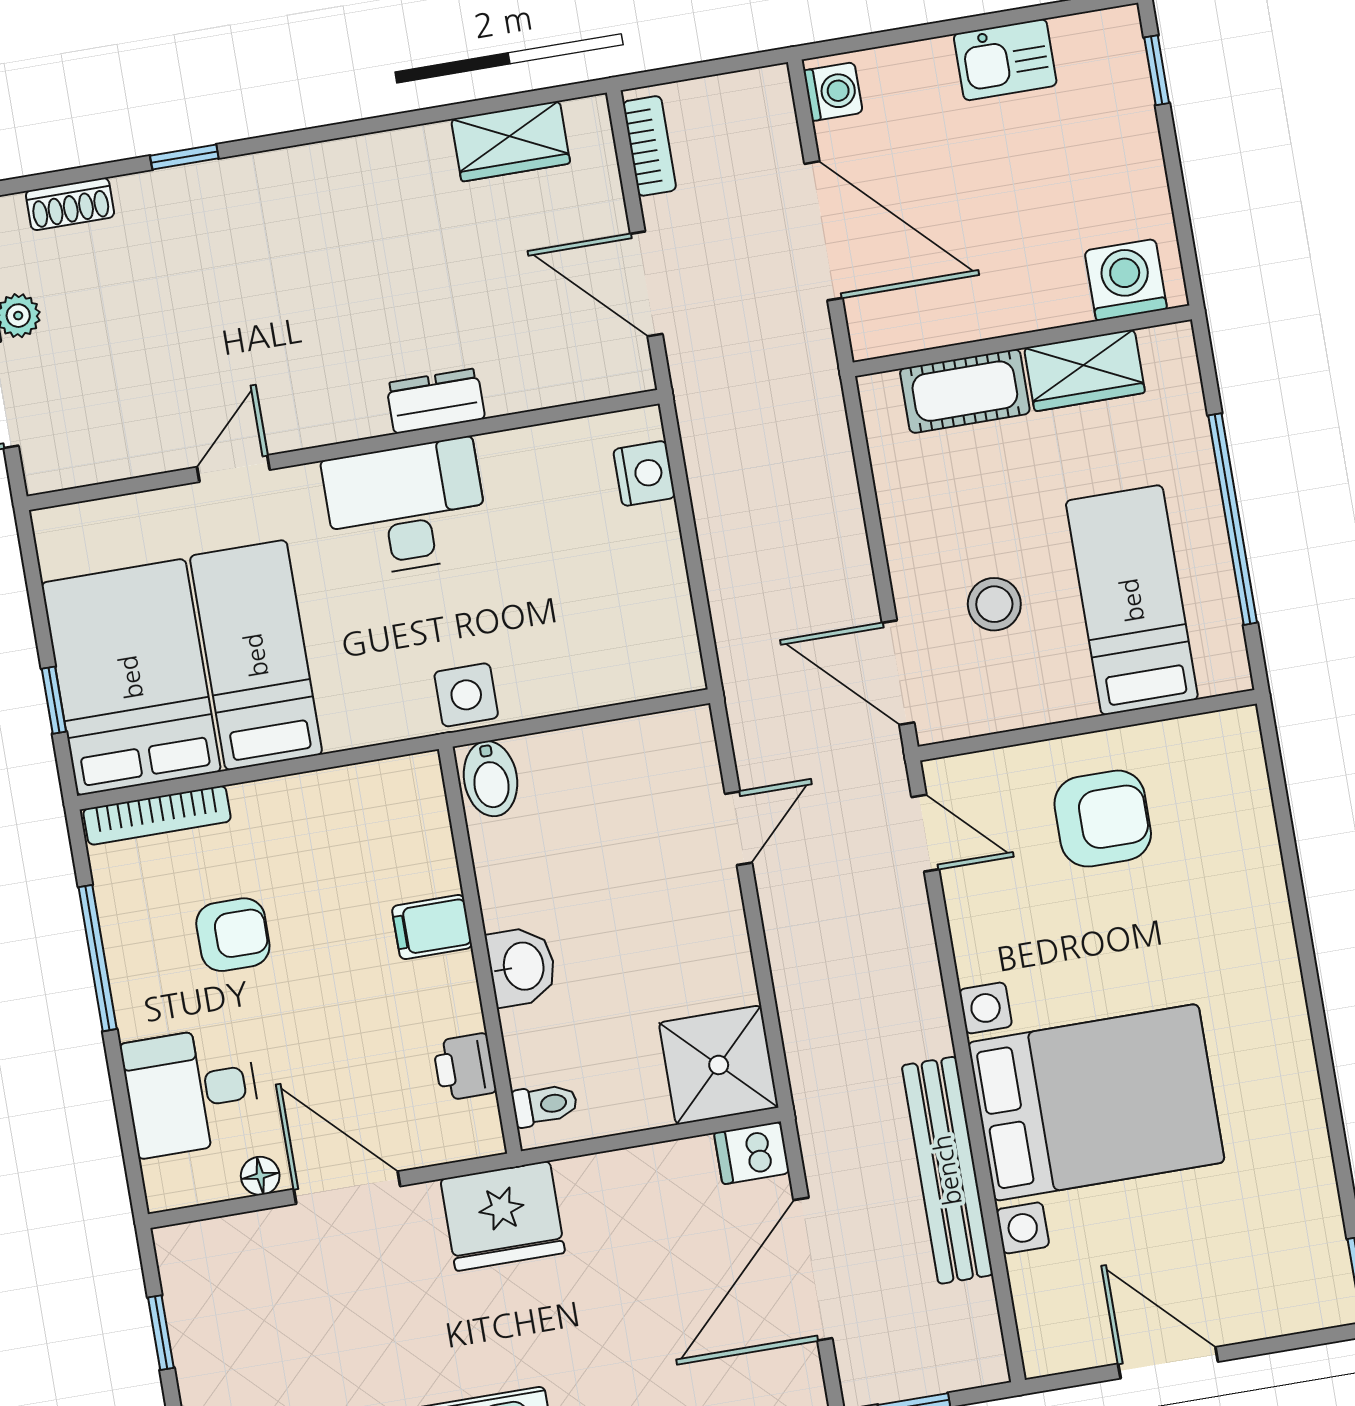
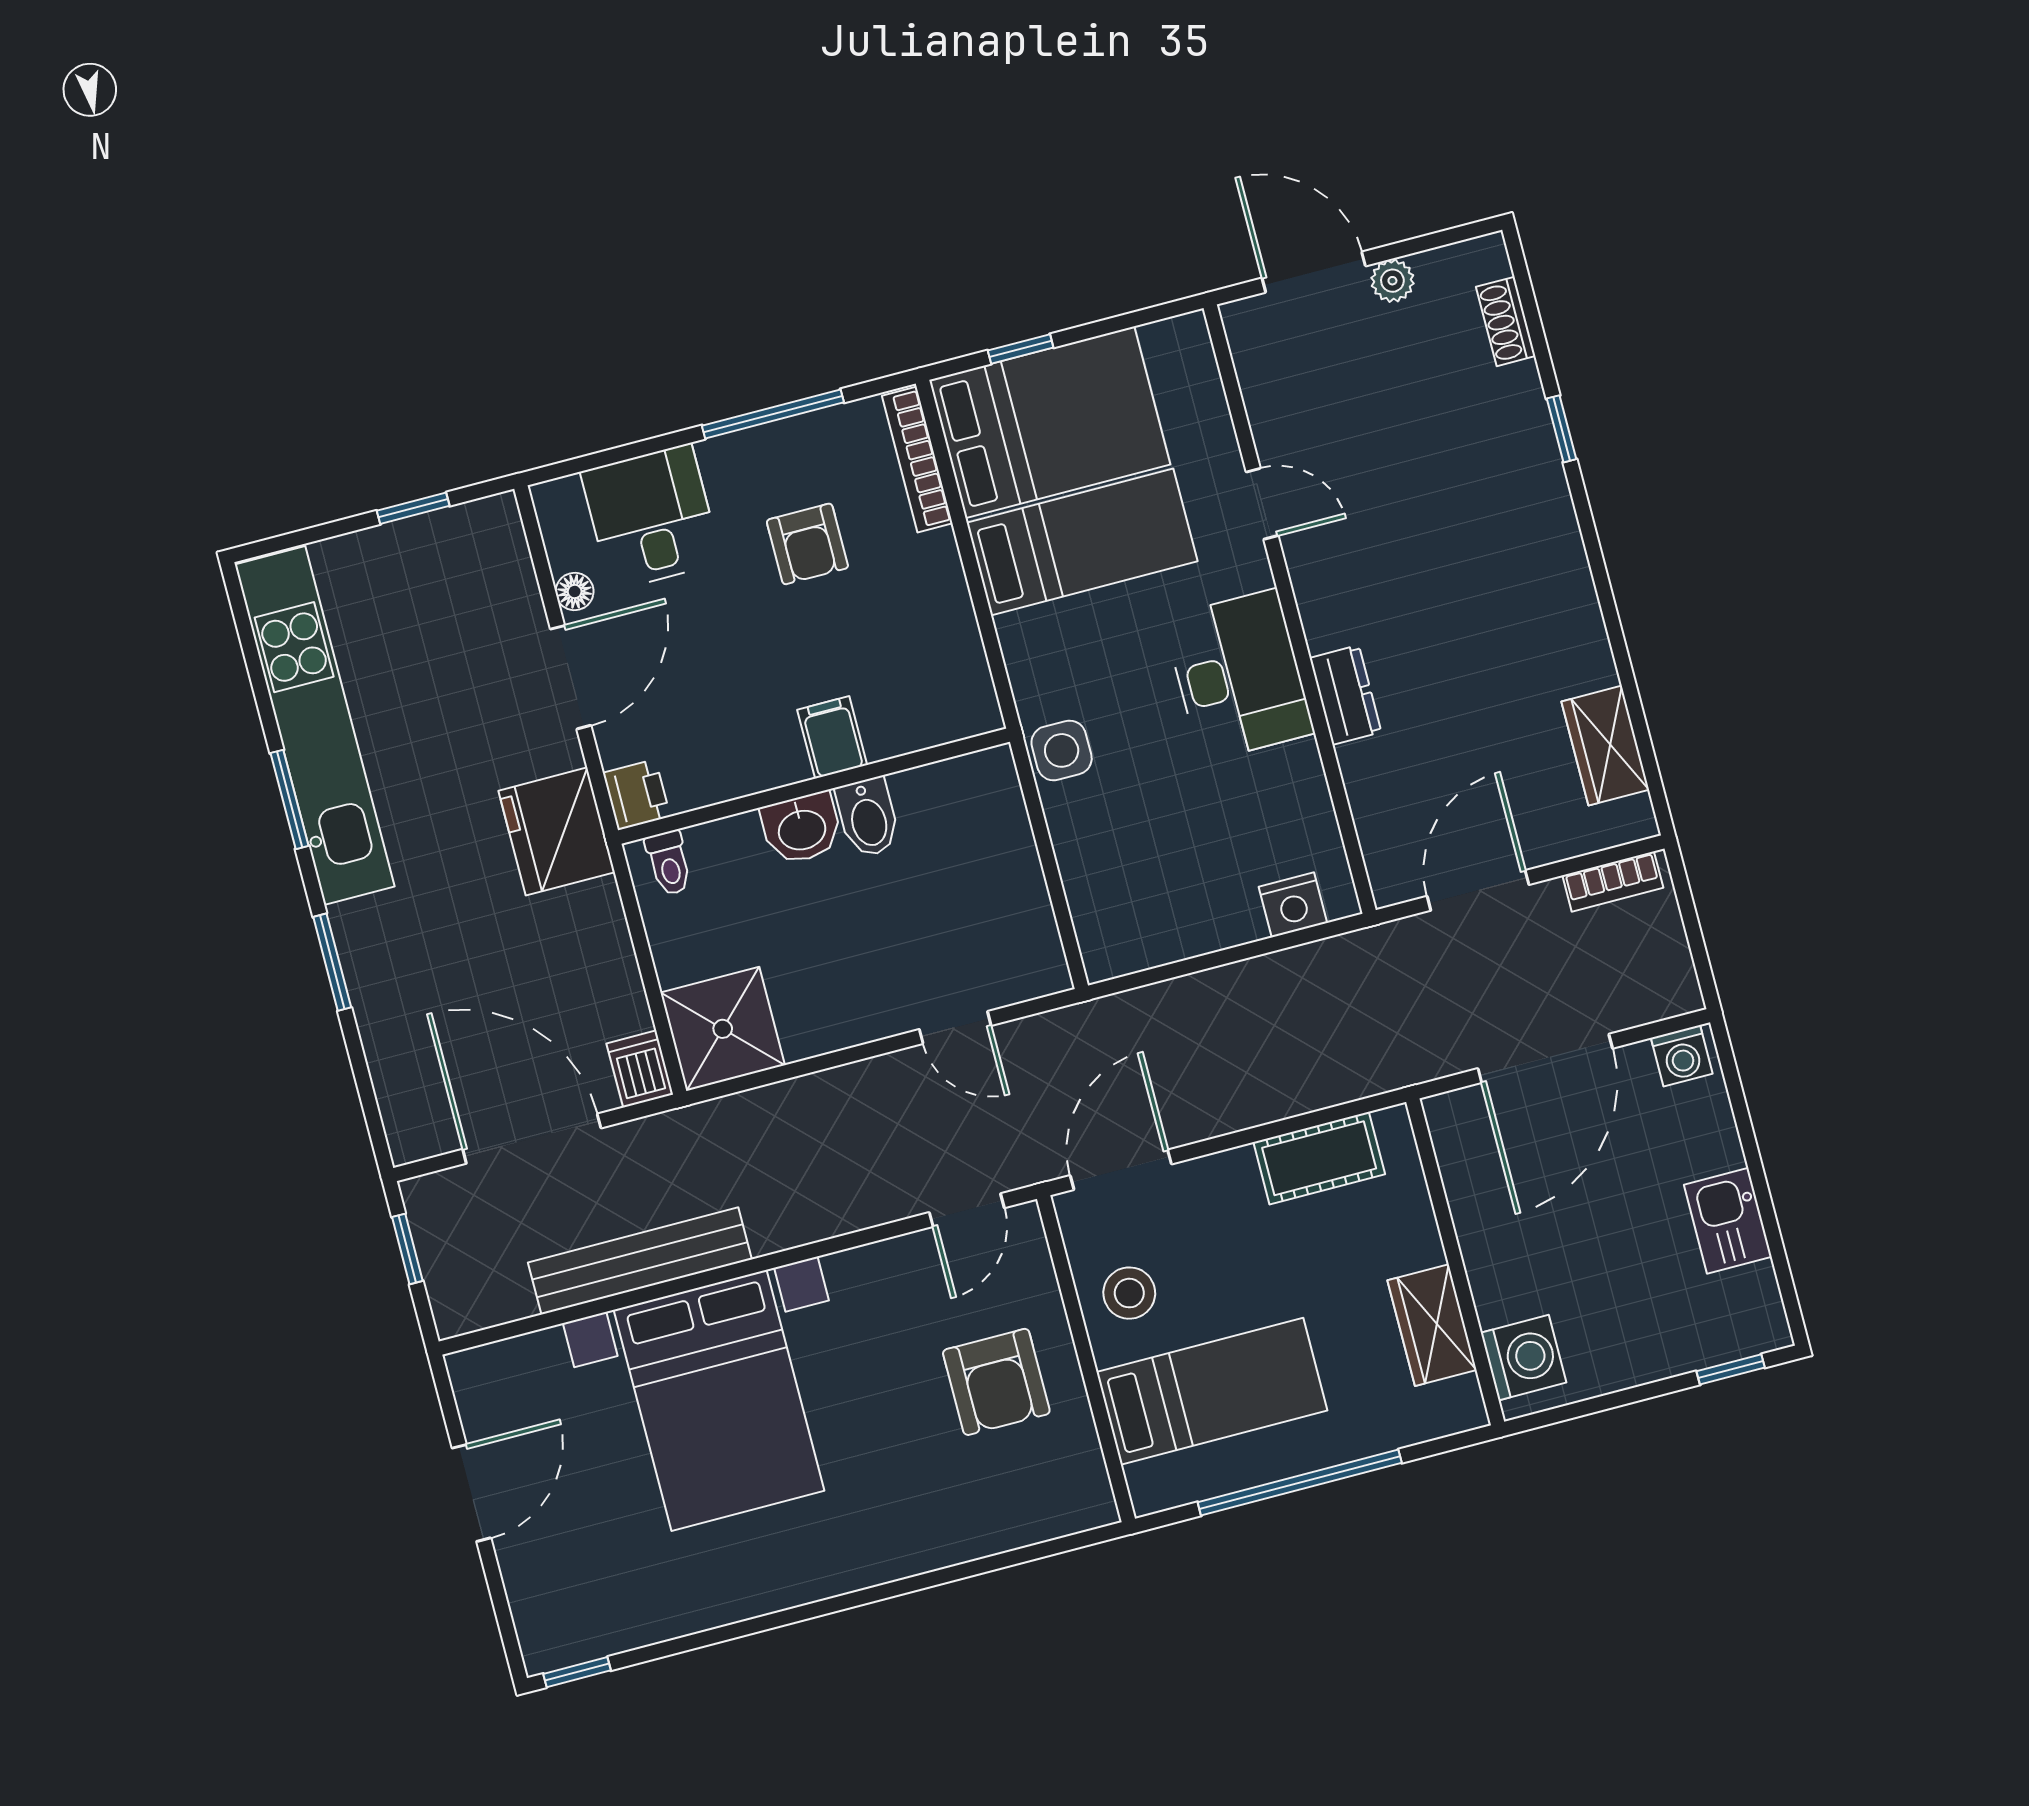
cot: (965, 391) -> (1319, 1158), moved, turned 90
stool: (994, 604) -> (1129, 1293), moved
bidet: (490, 779) -> (868, 817), moved, turned -90
printer: (465, 1067) -> (637, 795), moved, turned 90

